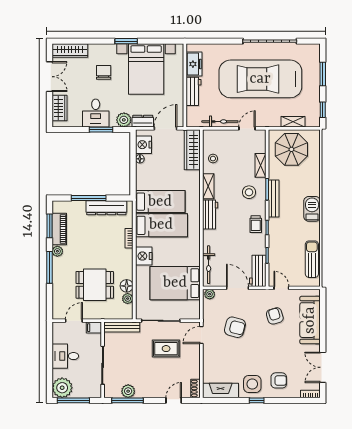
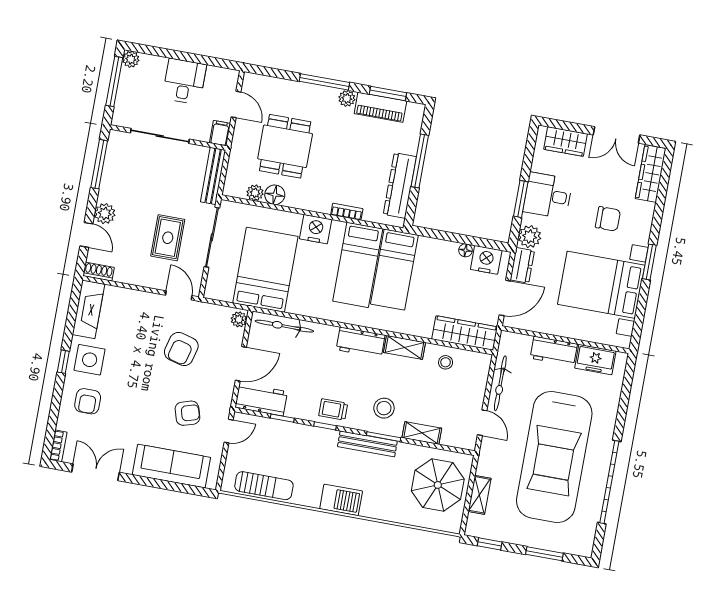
car: (260, 79) -> (554, 457), turned 180
door: (165, 128) -> (505, 298), hinge flipped
plant: (62, 388) -> (131, 59), width x0.53, depth x0.53
plant: (128, 391) -> (105, 214), moved

